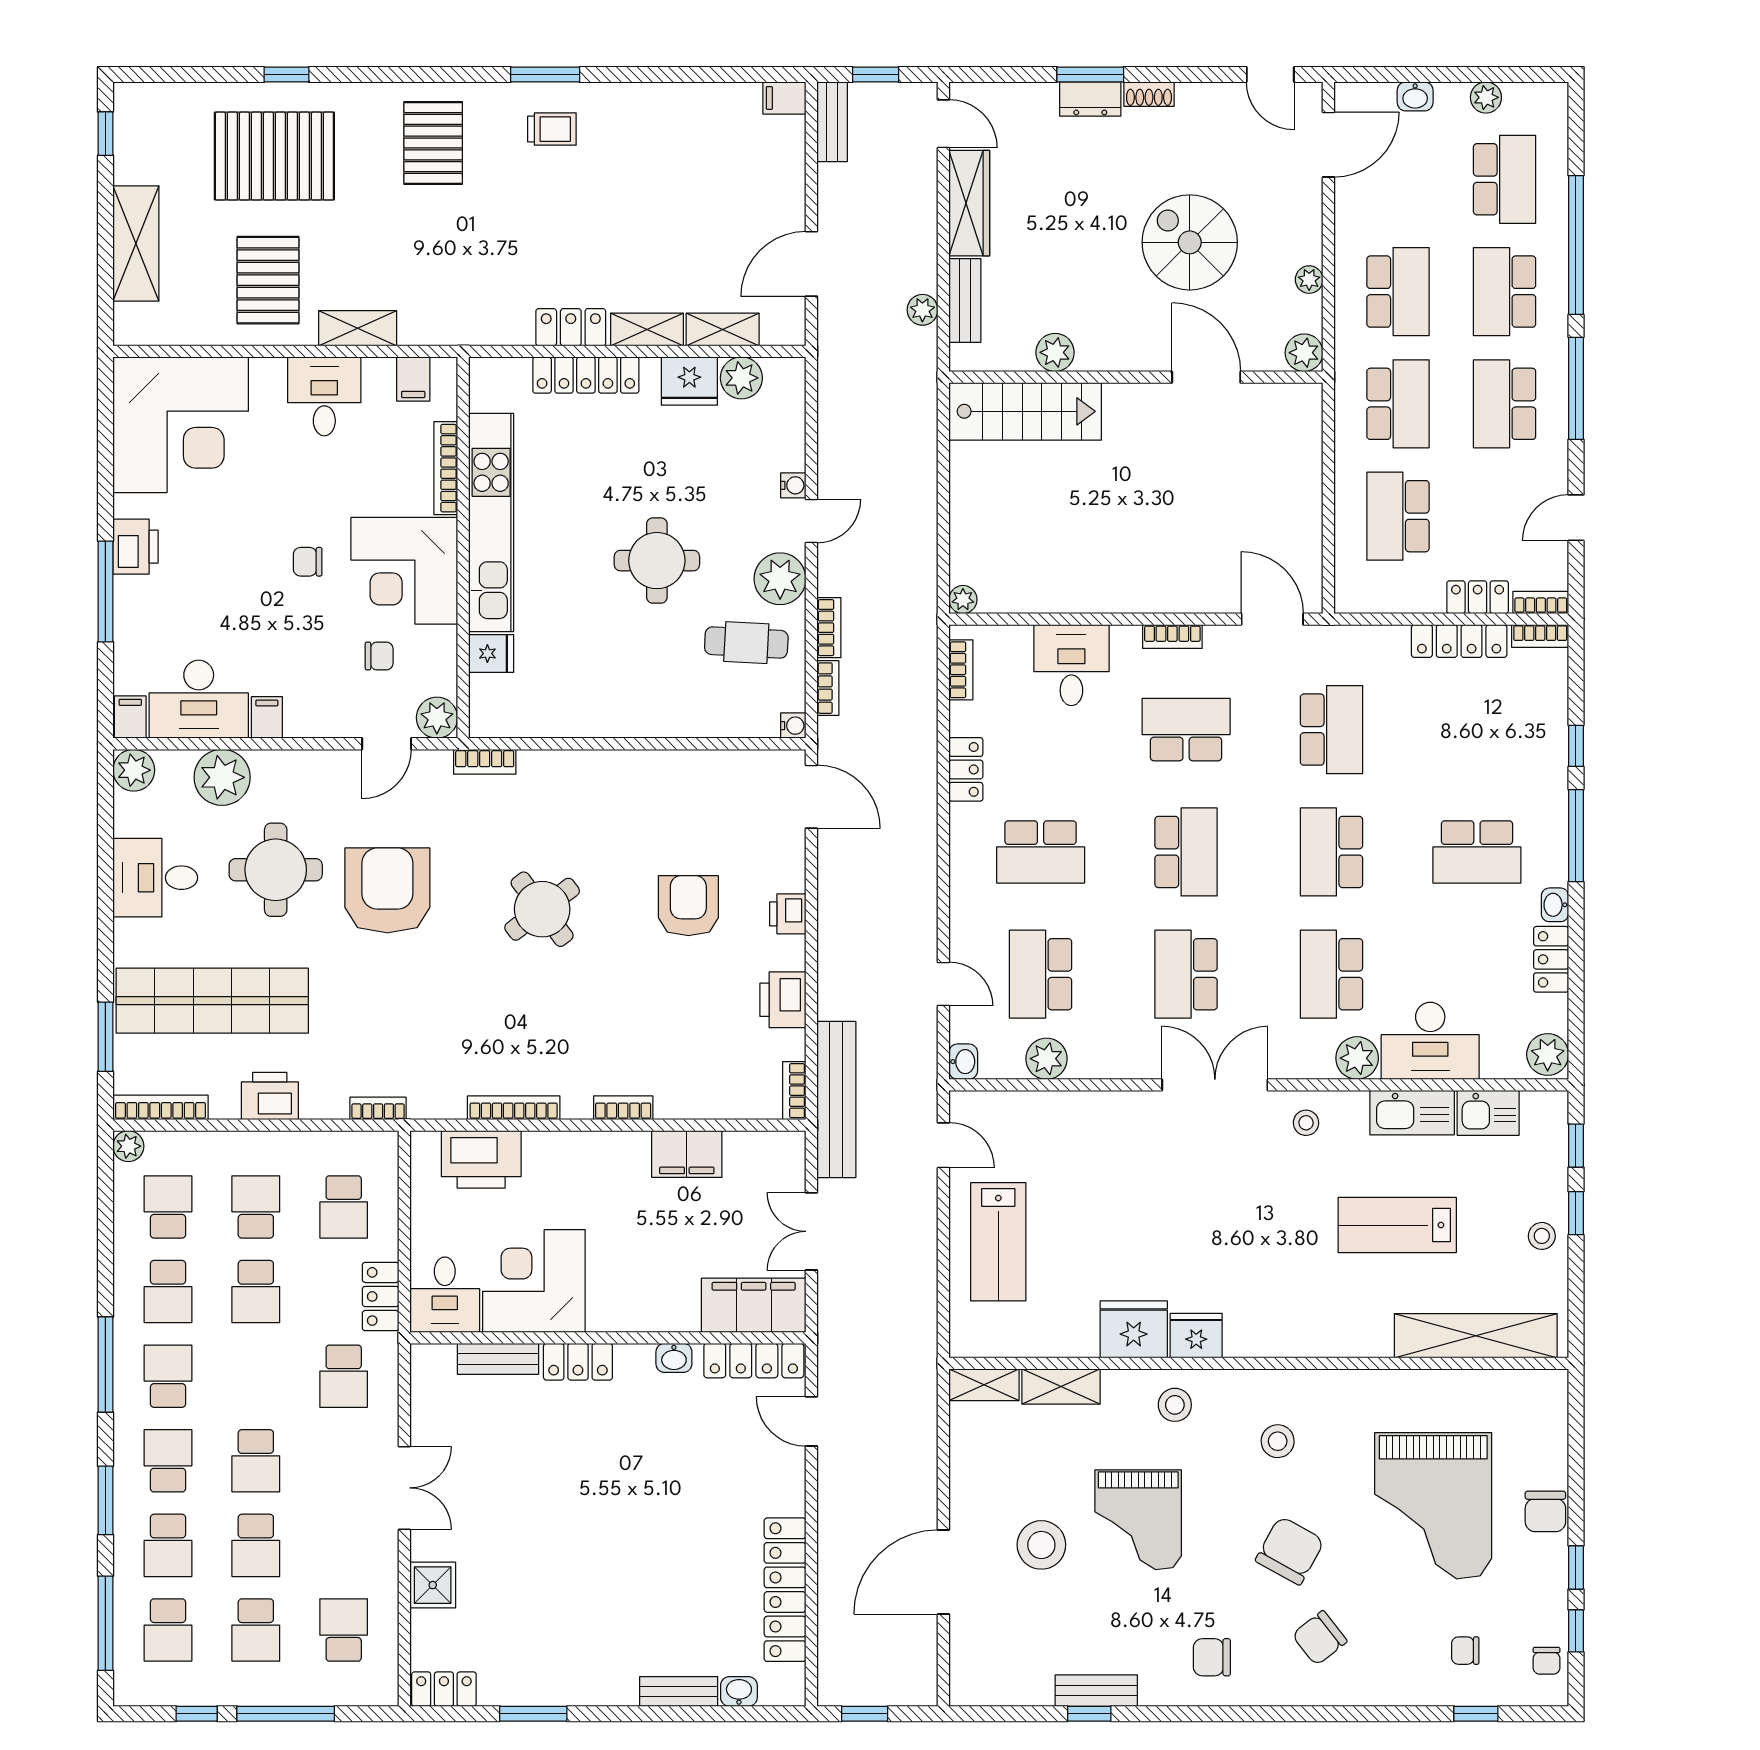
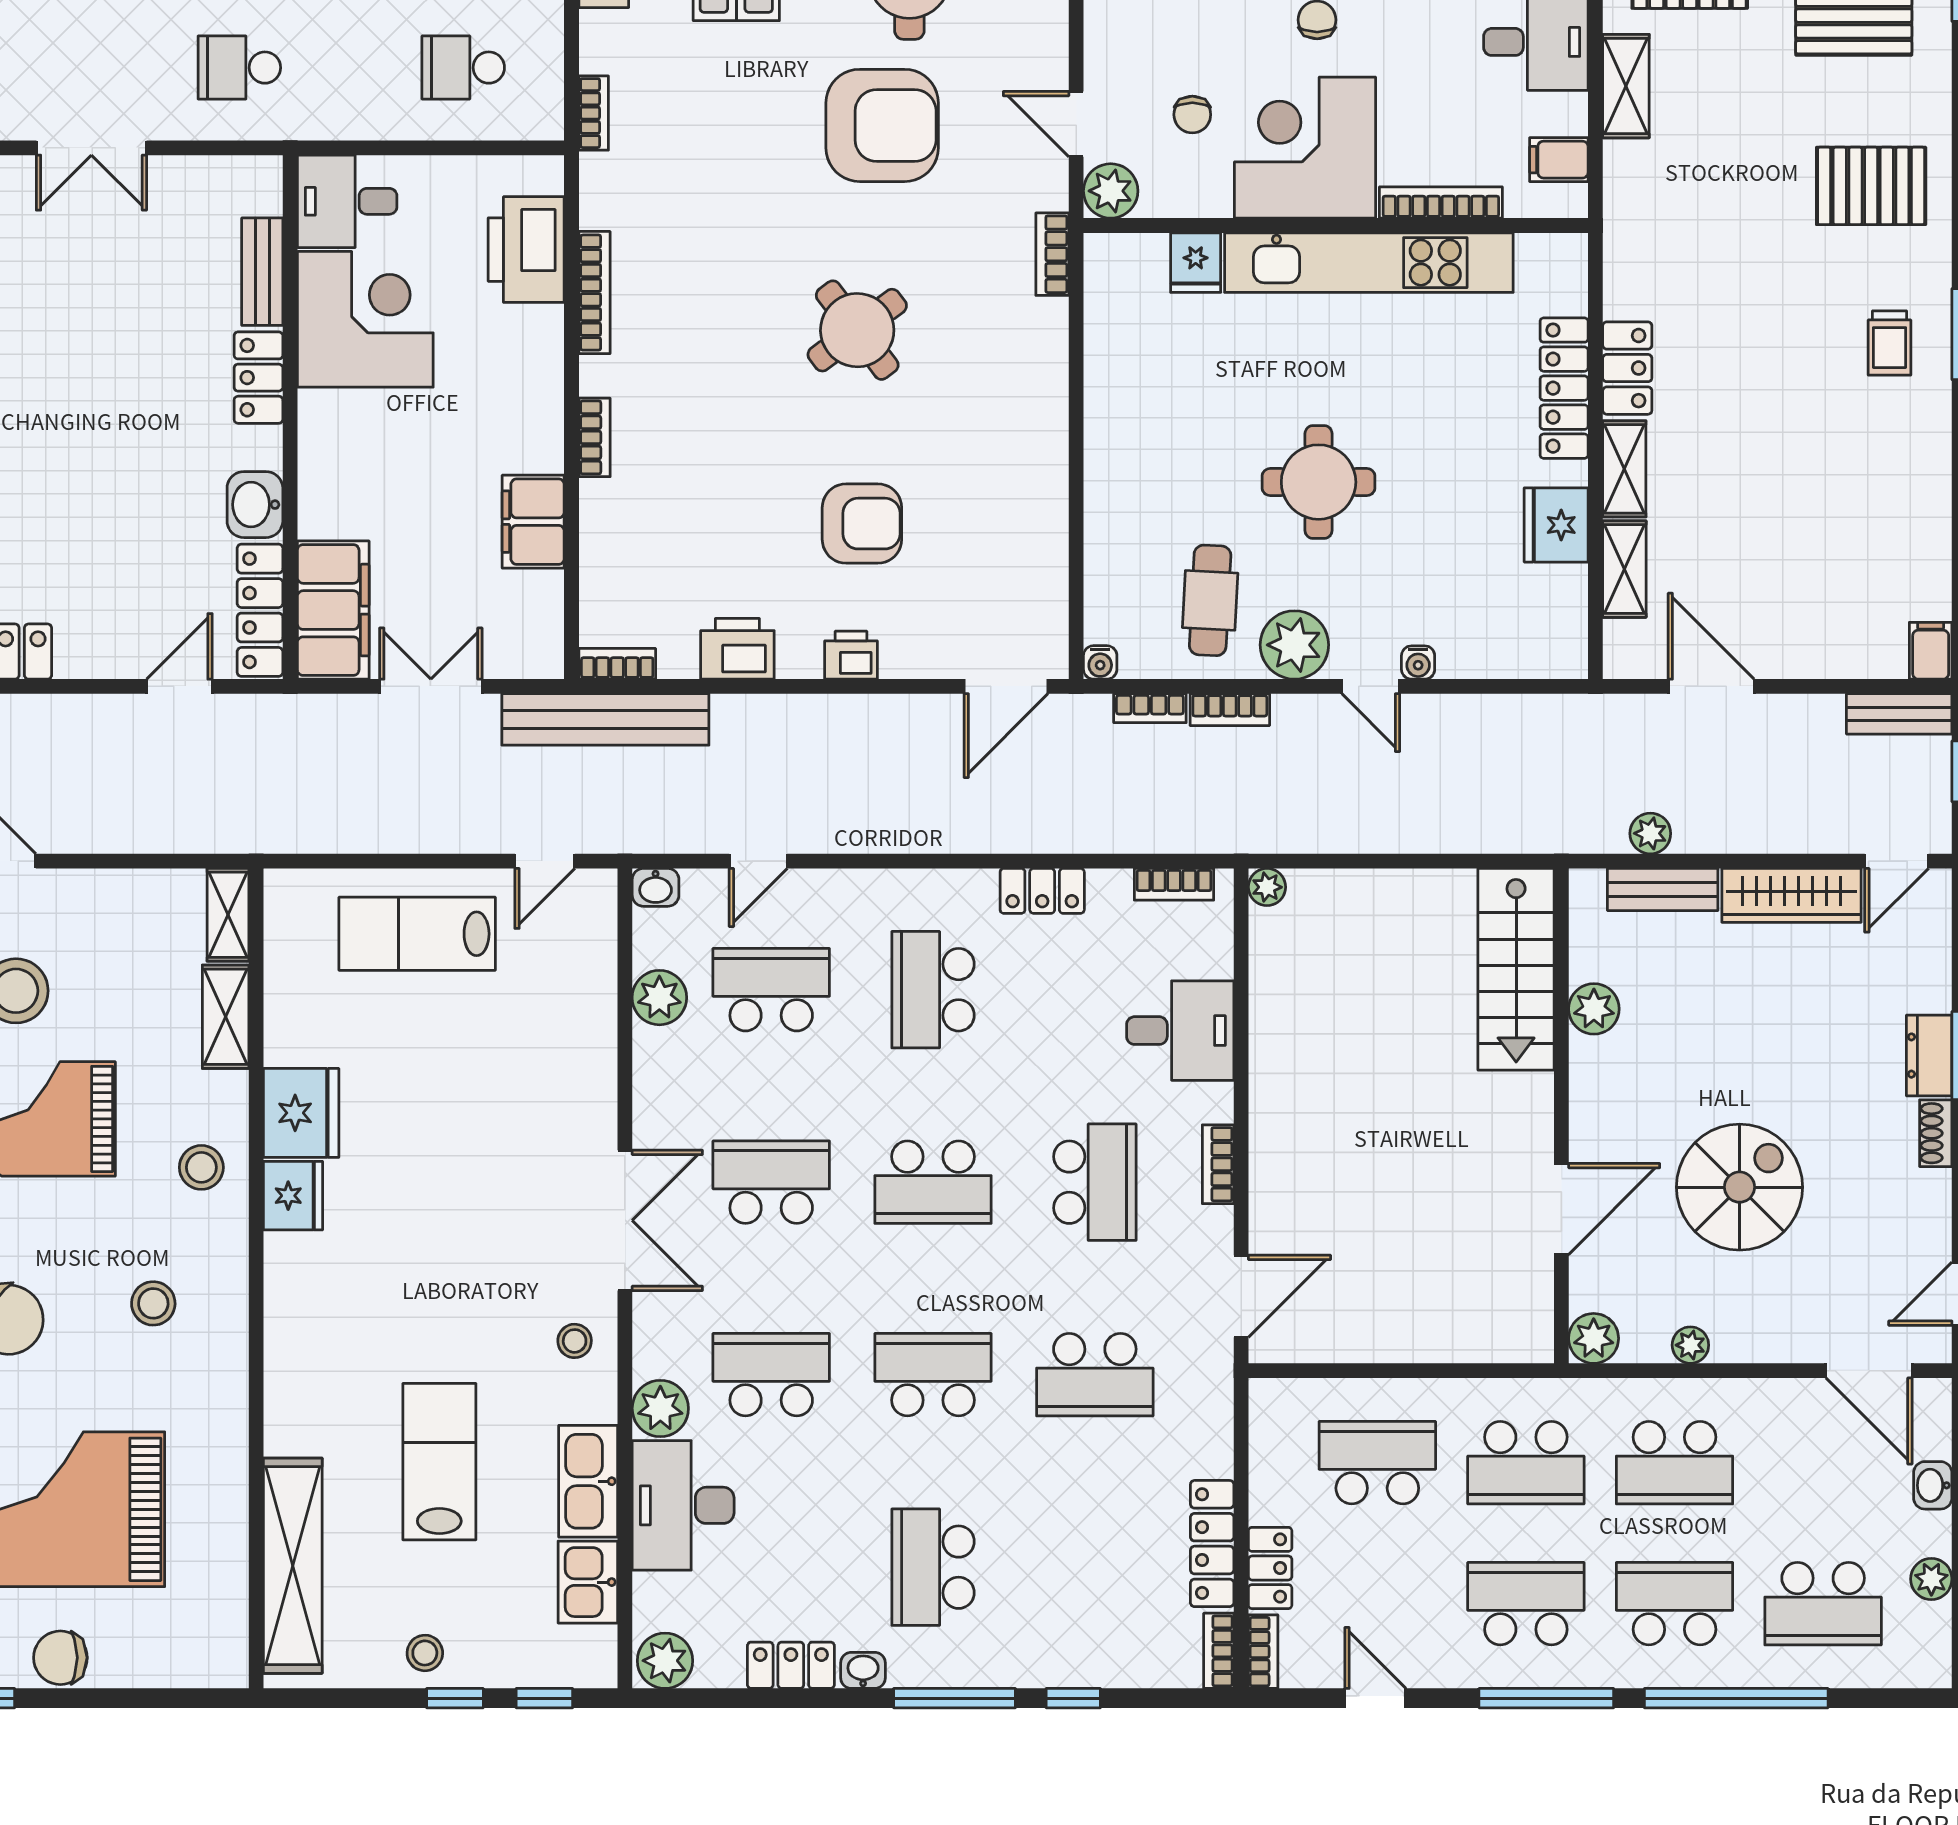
plant: (741, 378) -> (1560, 594), removed
locker: (381, 1296) -> (345, 116), removed
washbasin: (674, 1358) -> (255, 505), width x1.38, depth x1.45

